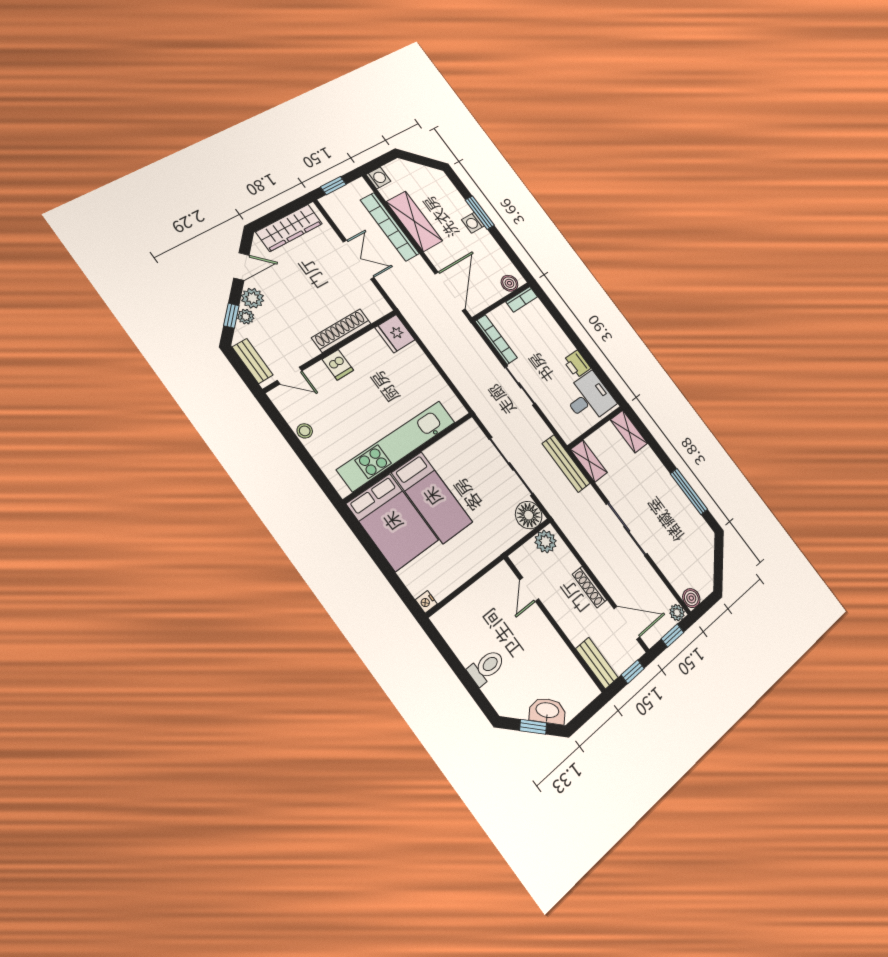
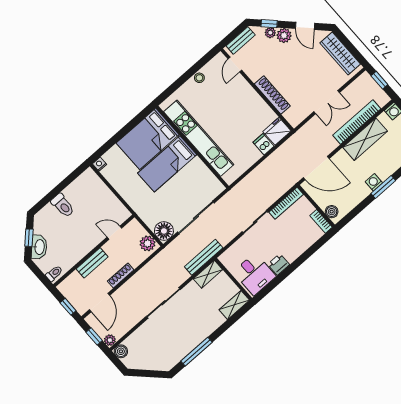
dishwasher: (338, 365) -> (264, 144), moved, turned 90
bench: (597, 663) -> (92, 263), moved
toilet: (586, 690) -> (54, 273), added

